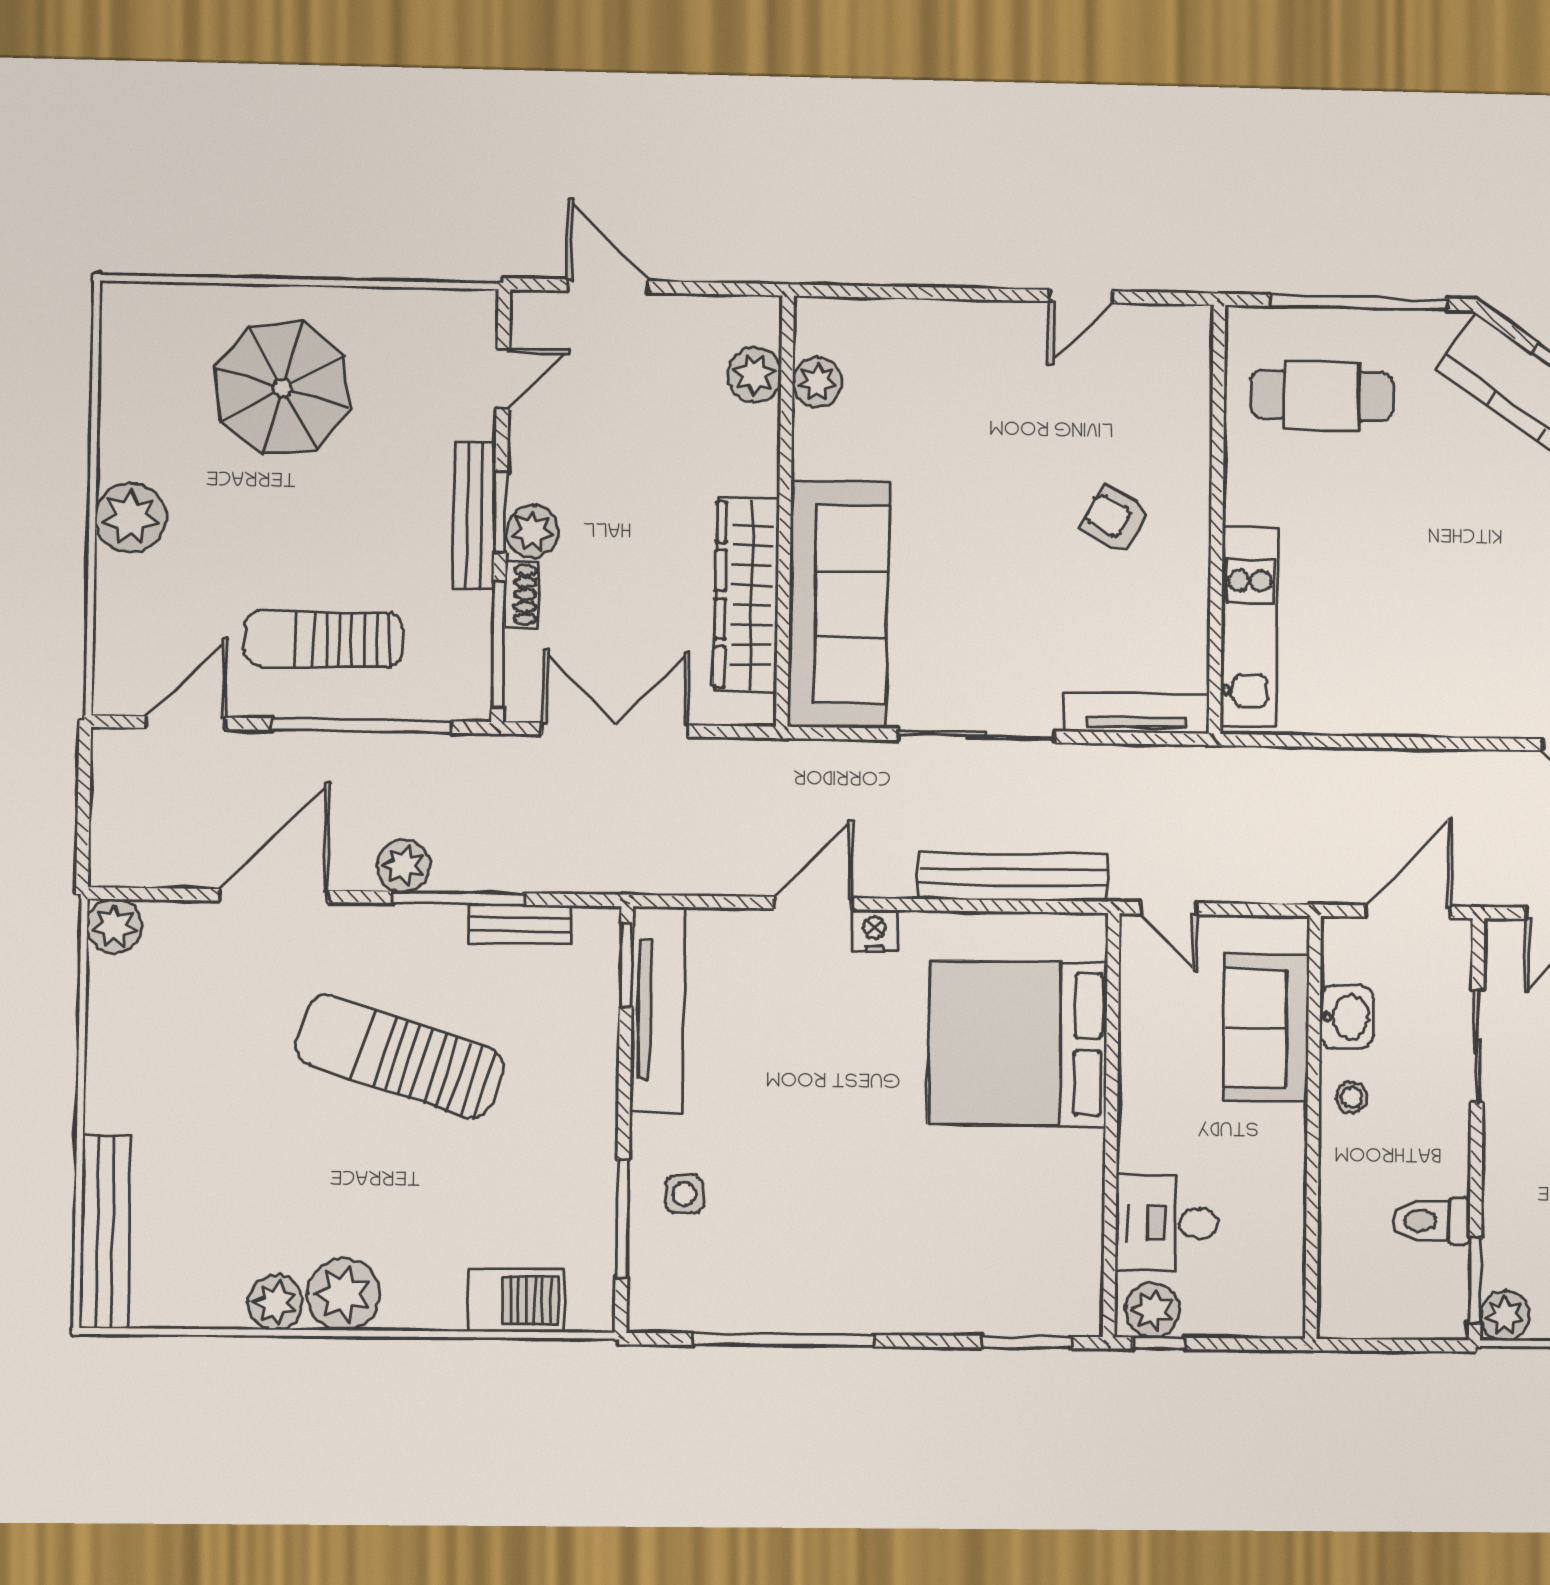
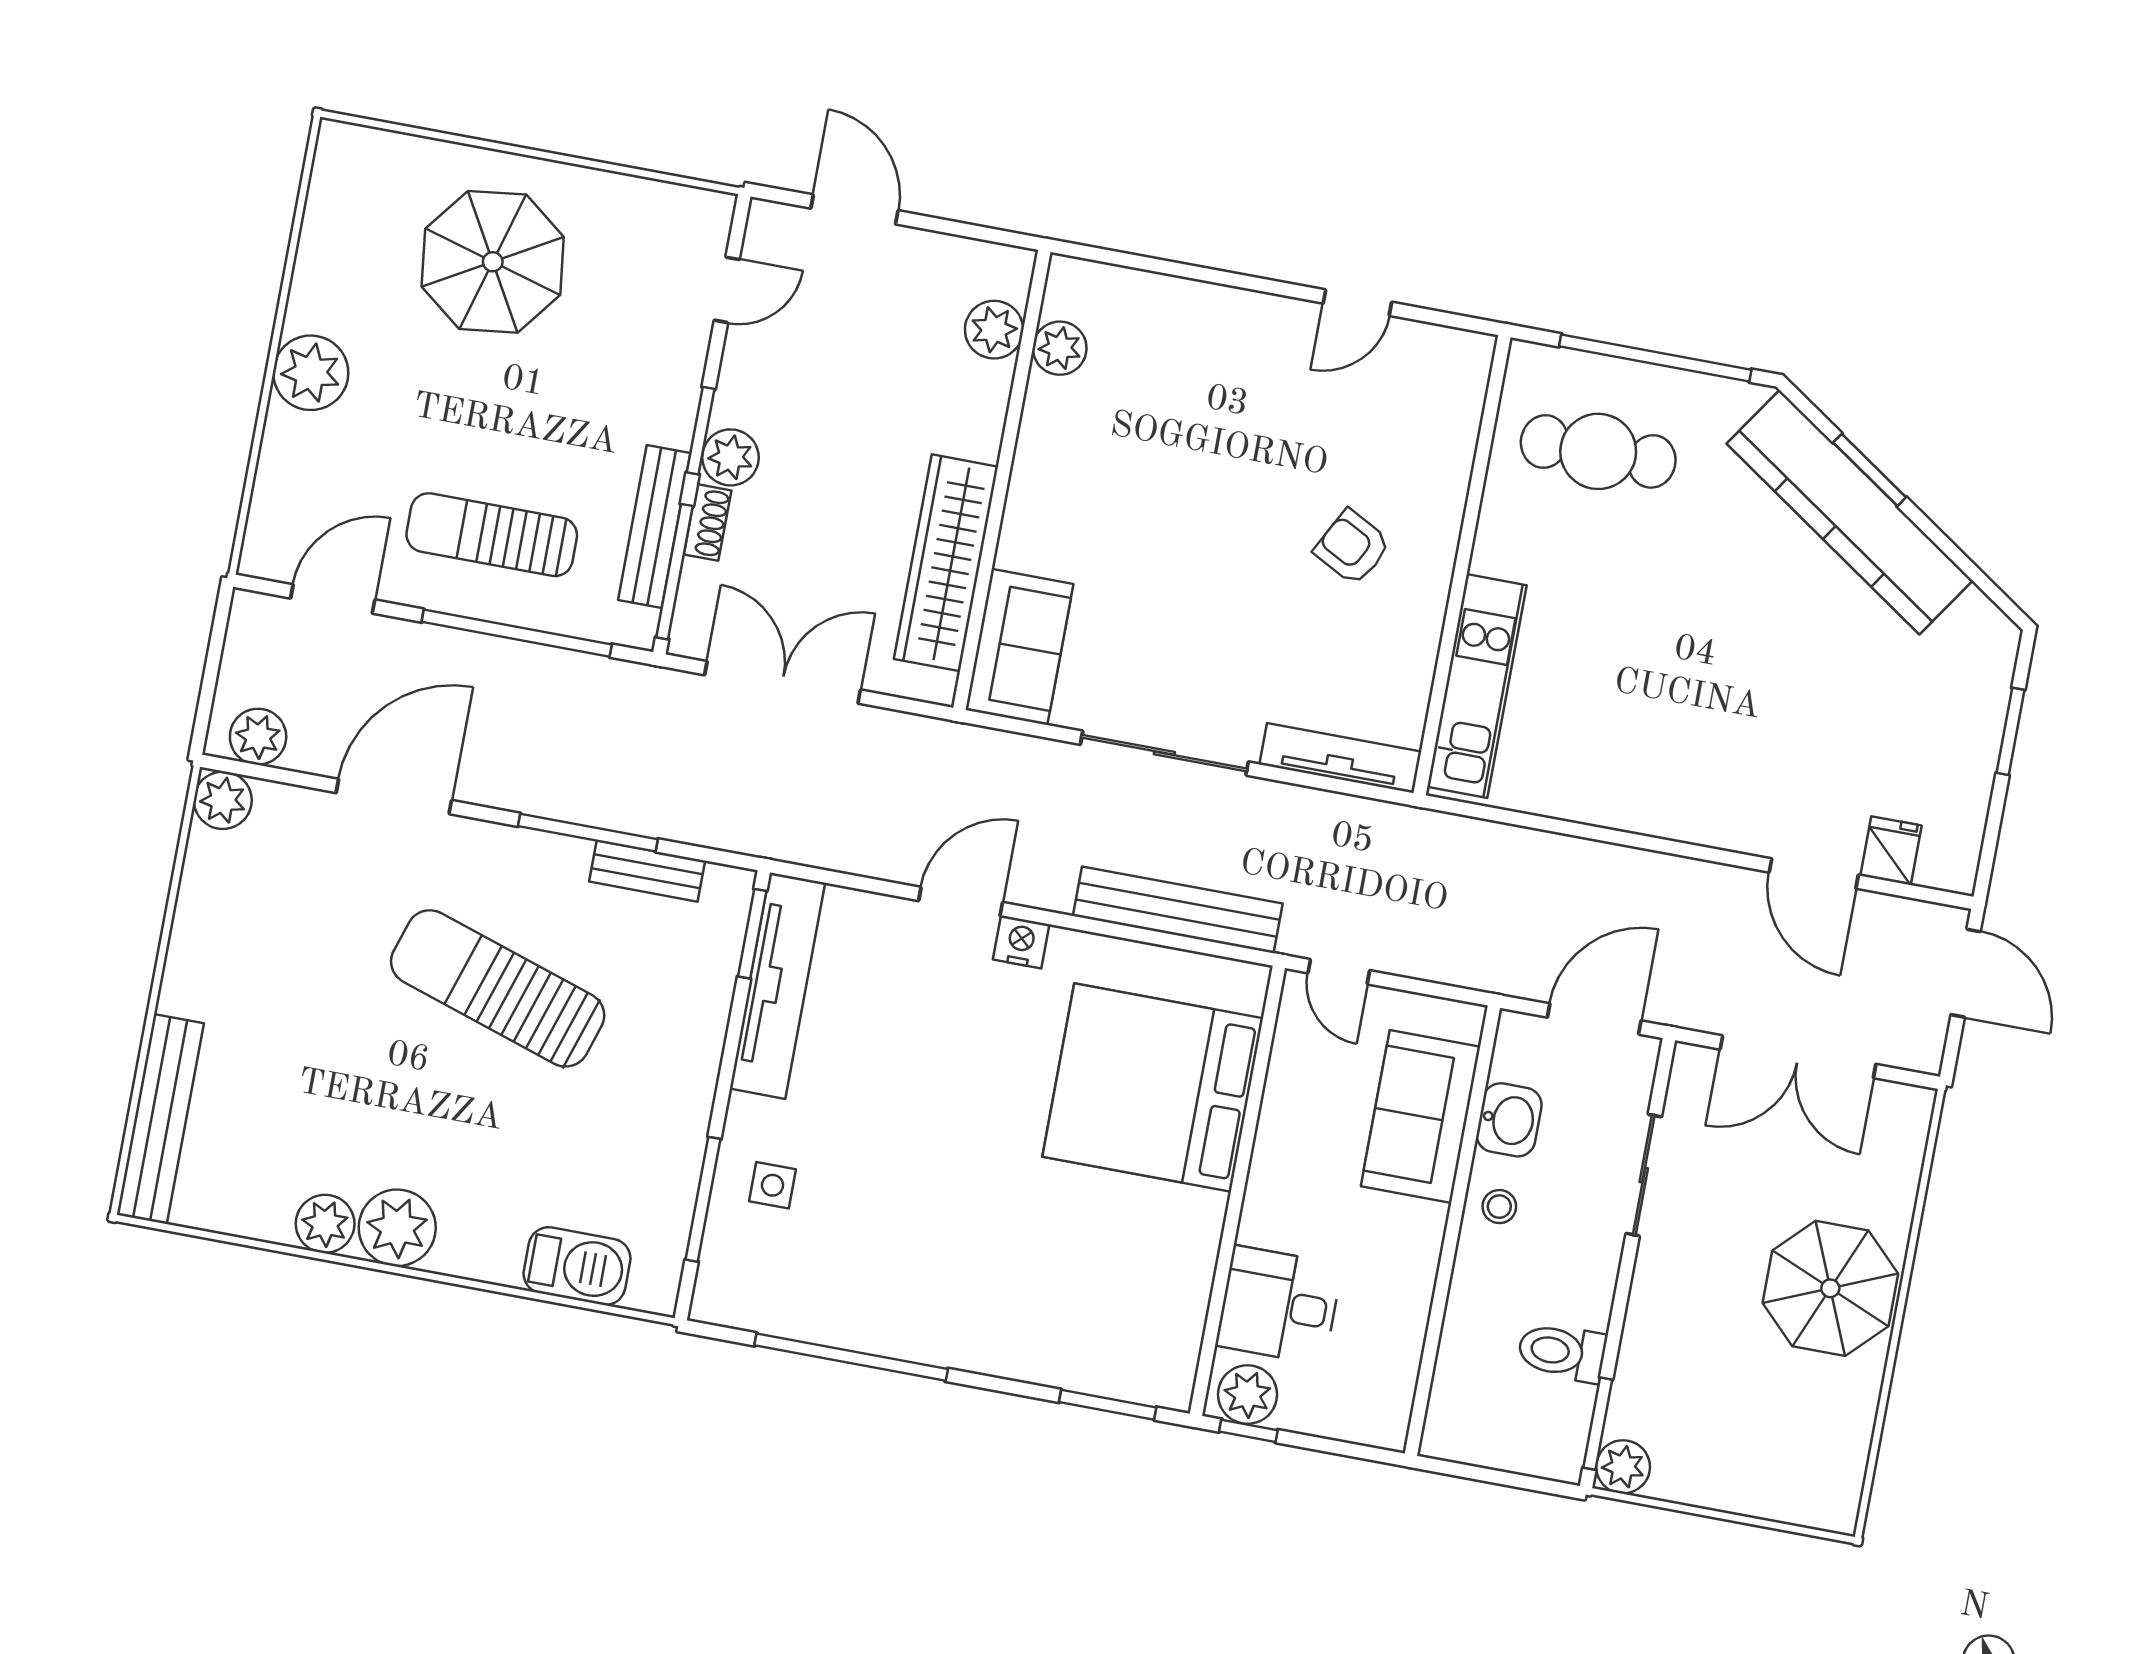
bench: (474, 516) -> (654, 526), moved
sofa: (838, 604) -> (1019, 647), width x0.54, depth x0.79
plant: (404, 865) -> (258, 737), moved

